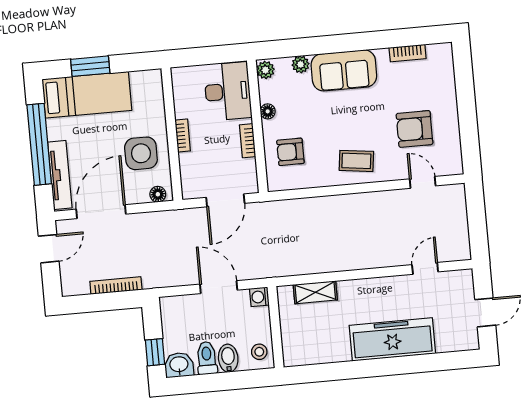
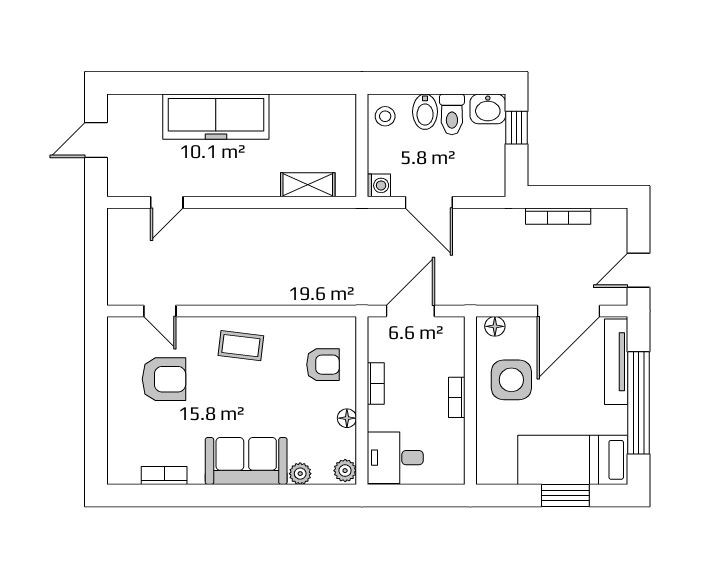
desk: (228, 91) -> (395, 458), width x0.73

